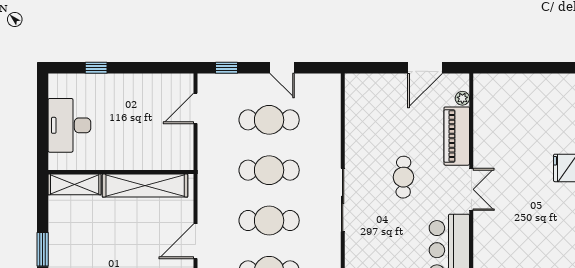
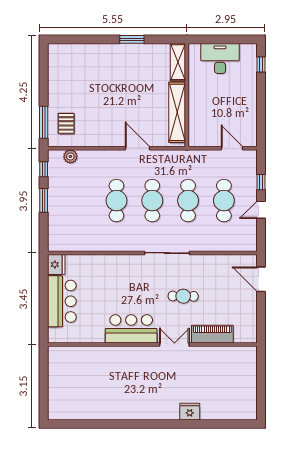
window: (96, 68) -> (261, 65), moved
window: (227, 68) -> (261, 182), moved
door: (425, 68) -> (261, 279), moved
plant: (462, 98) -> (239, 338), removed
double door: (471, 189) -> (174, 344), swing flipped

